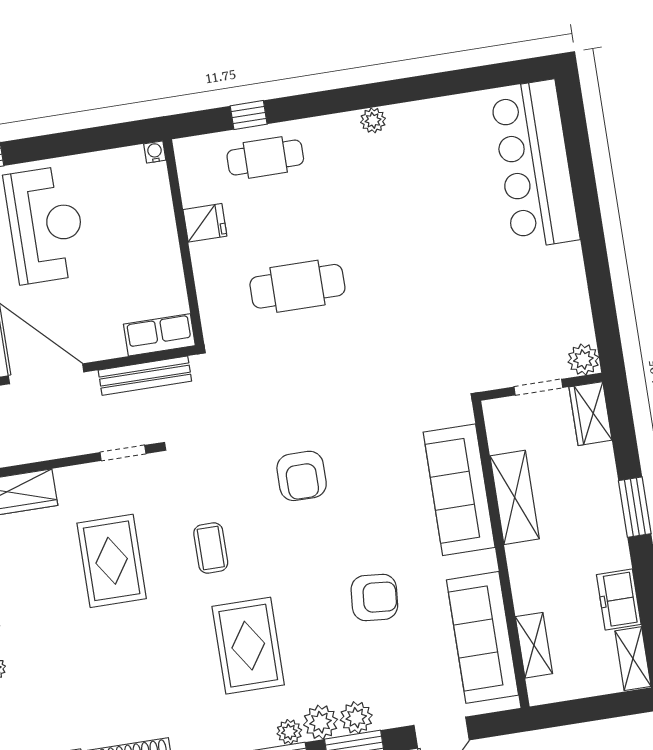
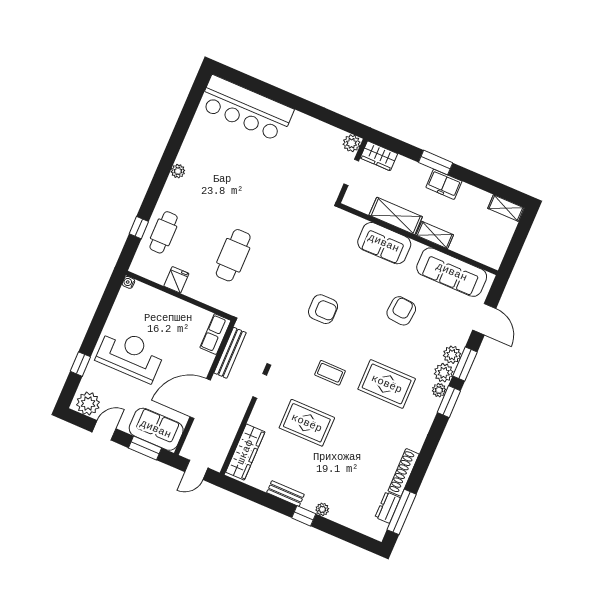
sofa: (459, 490) -> (384, 243), width x0.73
freezer: (619, 599) -> (444, 184), moved
shelving: (534, 645) -> (435, 235), moved

